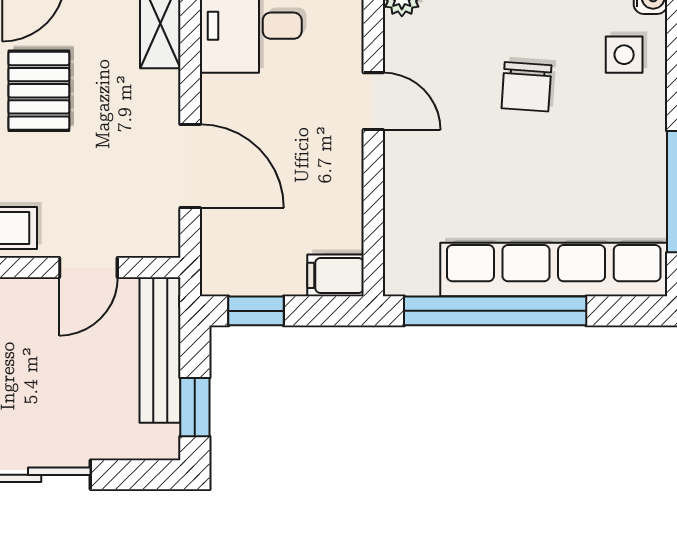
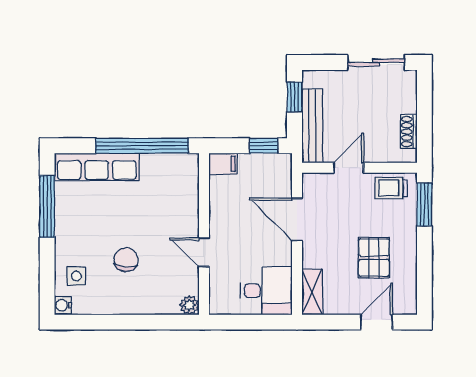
row of seats: (554, 270) -> (97, 167), width x0.73

